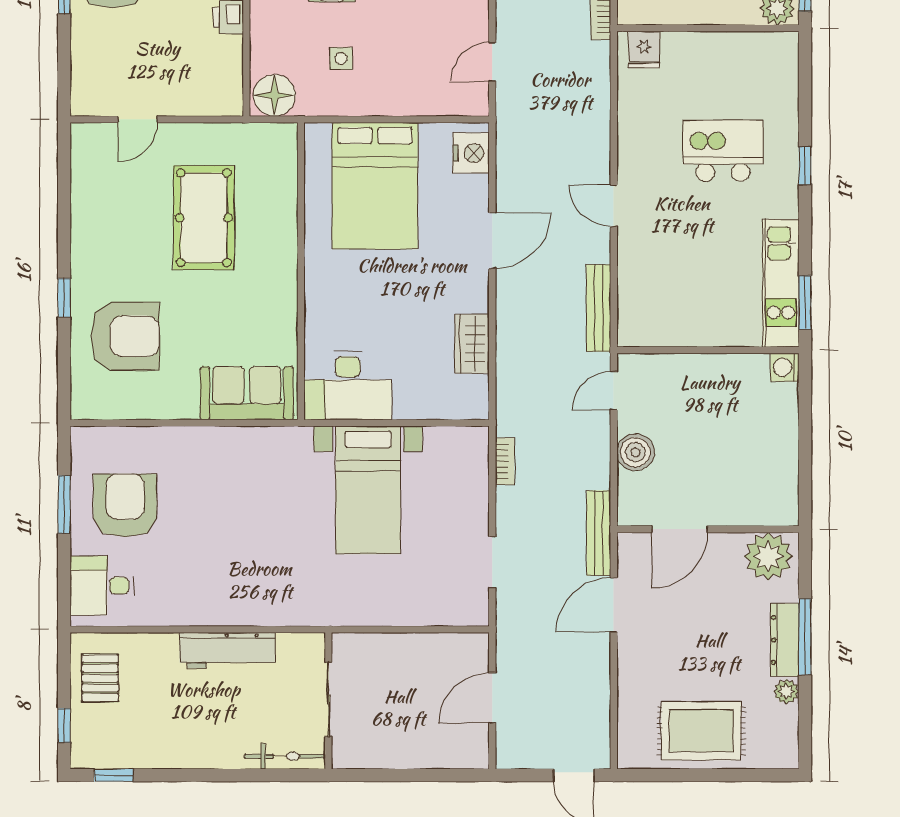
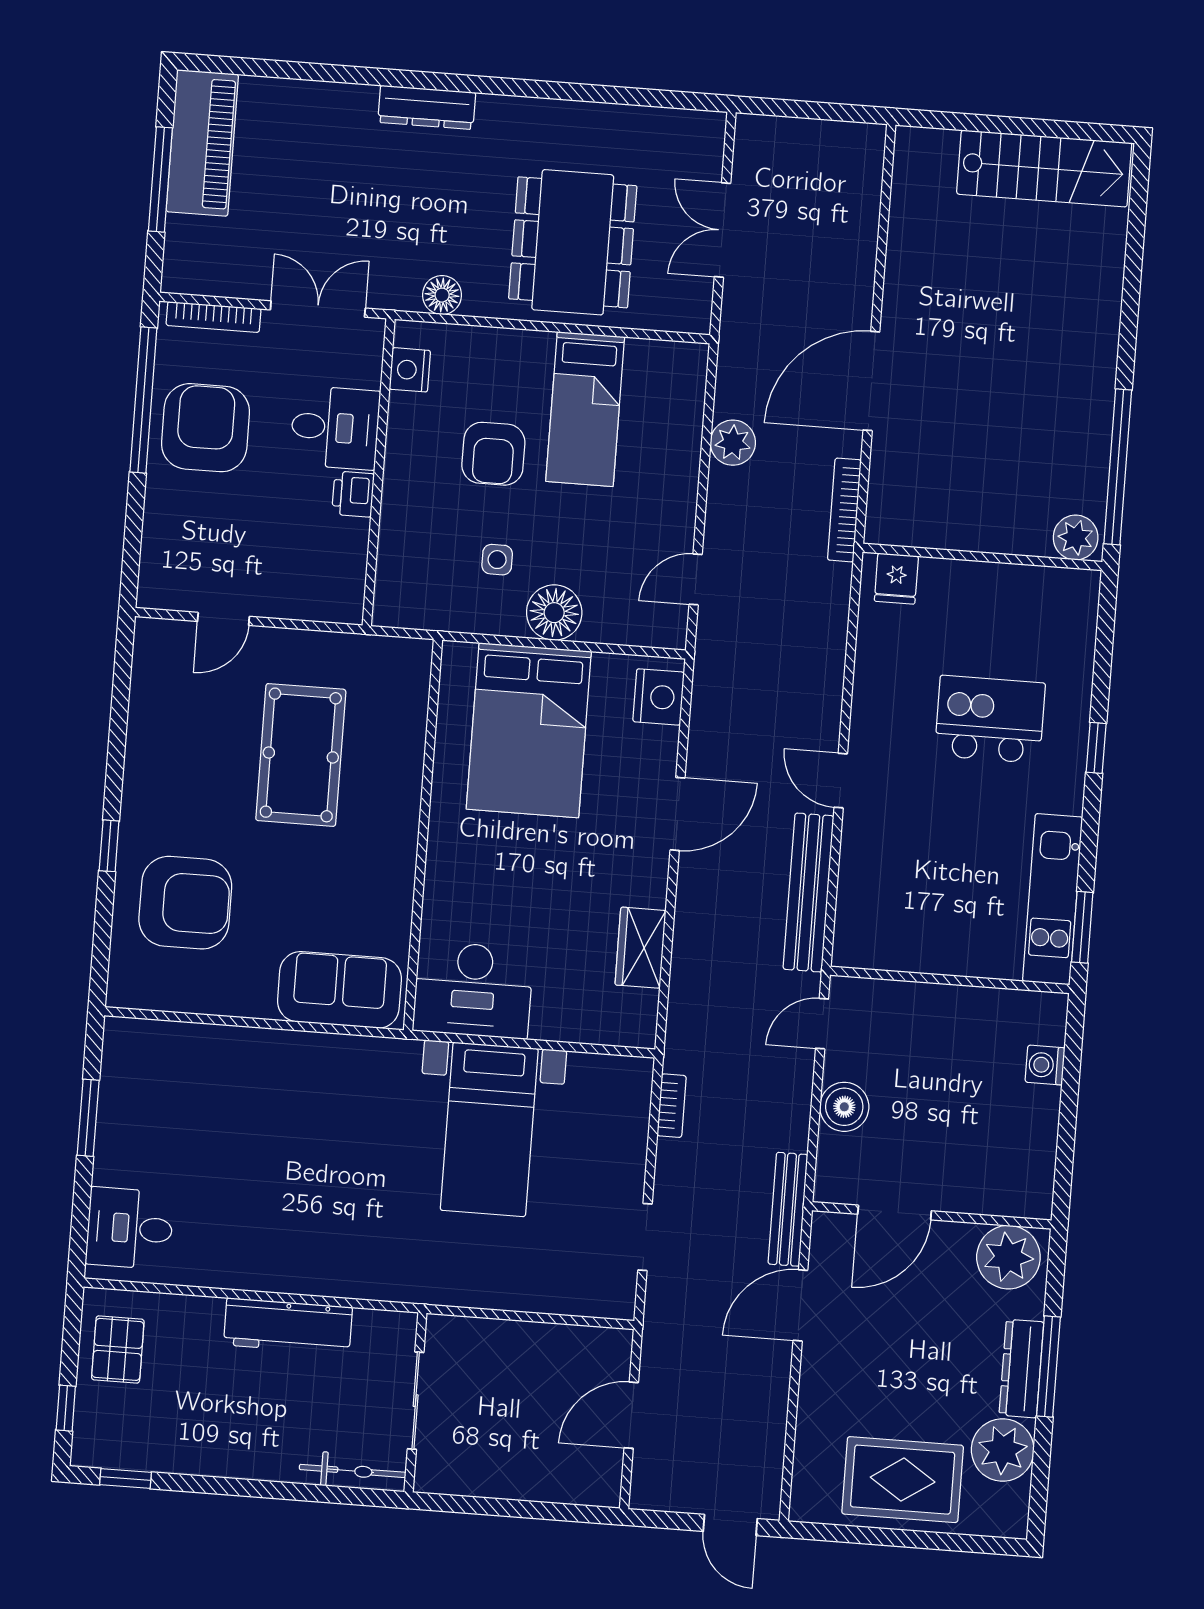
floor lamp: (274, 95) -> (554, 613), moved
bench: (599, 308) -> (808, 893), width x1.37, depth x1.21
washing machine: (785, 367) -> (1045, 1065), moved
armchair: (125, 505) -> (168, 1125), removed
plant: (786, 691) -> (1003, 1450), width x1.88, depth x1.88

